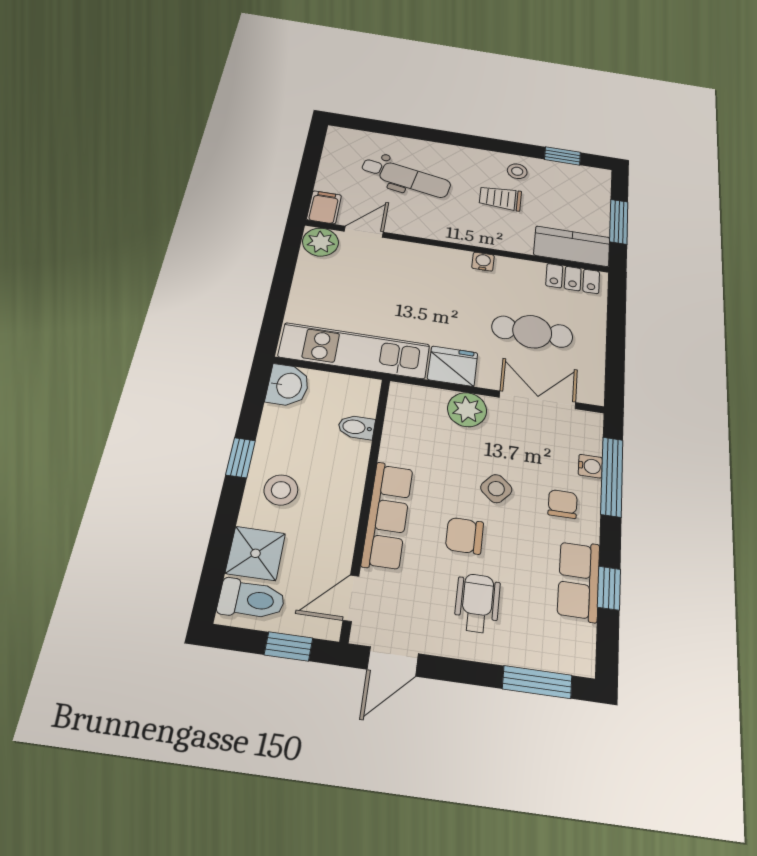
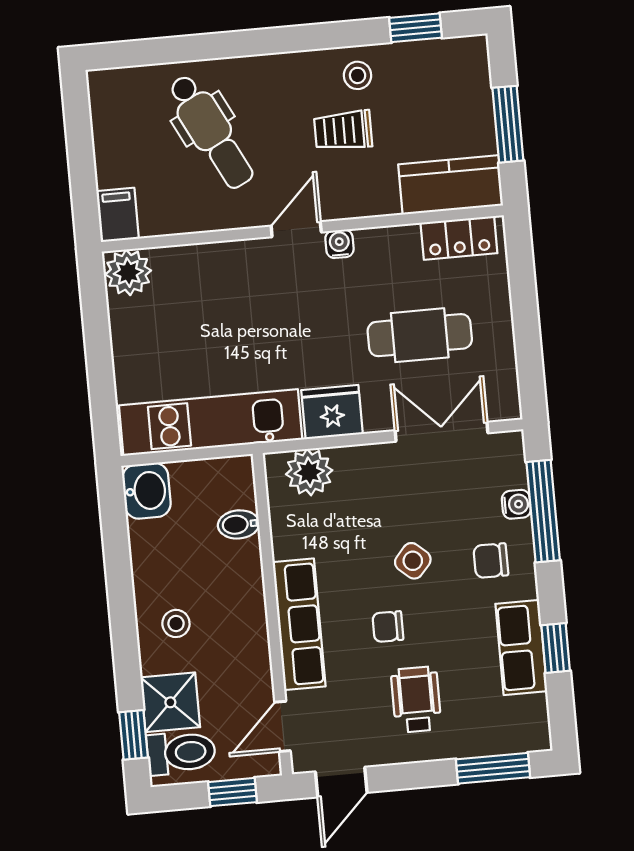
dental chair: (406, 177) -> (211, 132), turned 52
door: (364, 232) -> (296, 229), moved
plant: (467, 410) -> (309, 472), moved
window: (240, 458) -> (133, 735), moved
stool: (281, 490) -> (176, 623), width x0.73, depth x0.73
chair: (563, 504) -> (491, 561), turned -90
chair: (464, 536) -> (388, 627), width x0.73, depth x0.73

